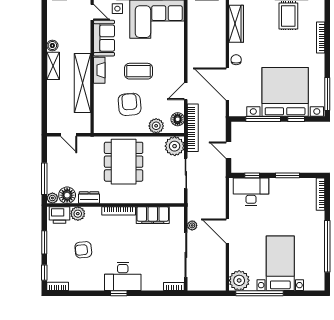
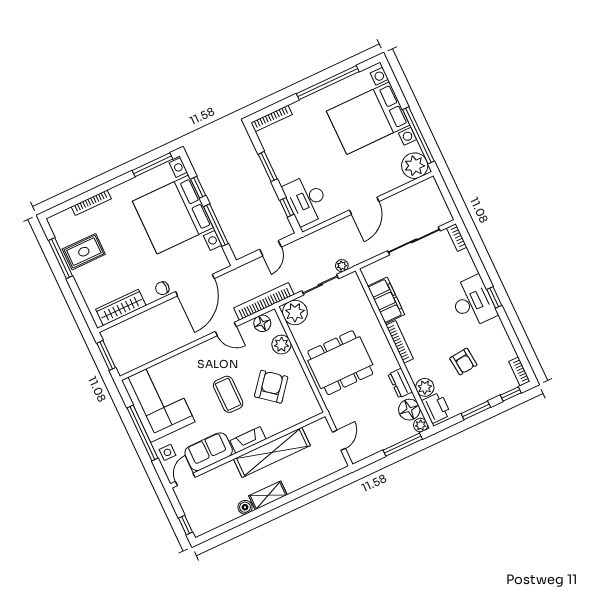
armchair: (130, 104) -> (271, 387), turned 134
plant: (192, 225) -> (342, 266), moved
bed with nightstands: (280, 263) -> (368, 118), width x1.36

